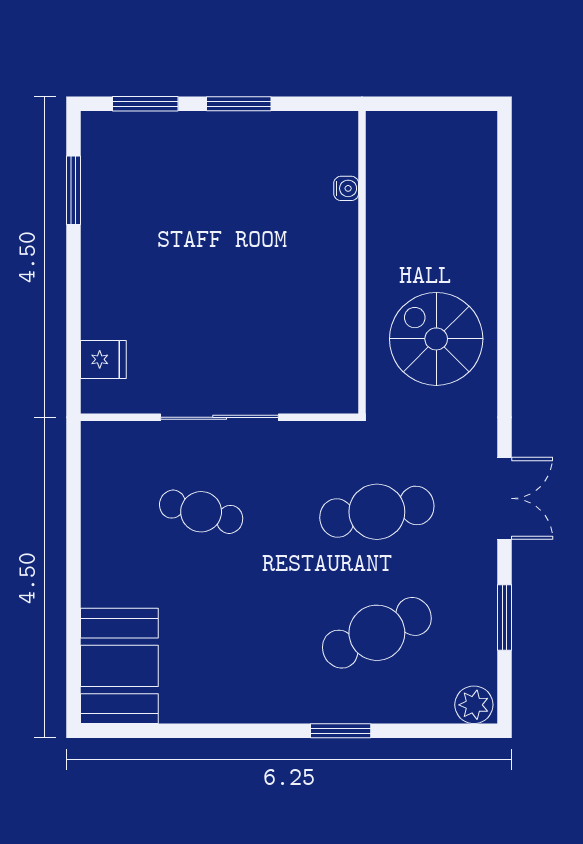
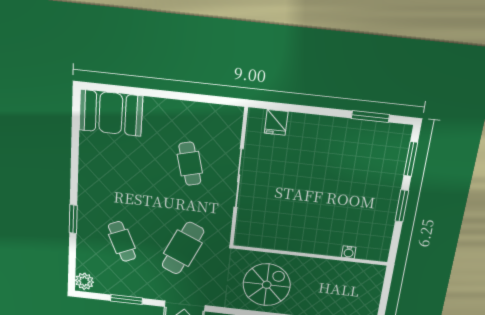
cafe table: (201, 512) -> (190, 164), turned -30
cafe table: (377, 512) -> (183, 248), turned 33
cafe table: (377, 633) -> (122, 241), width x0.73, depth x0.74

